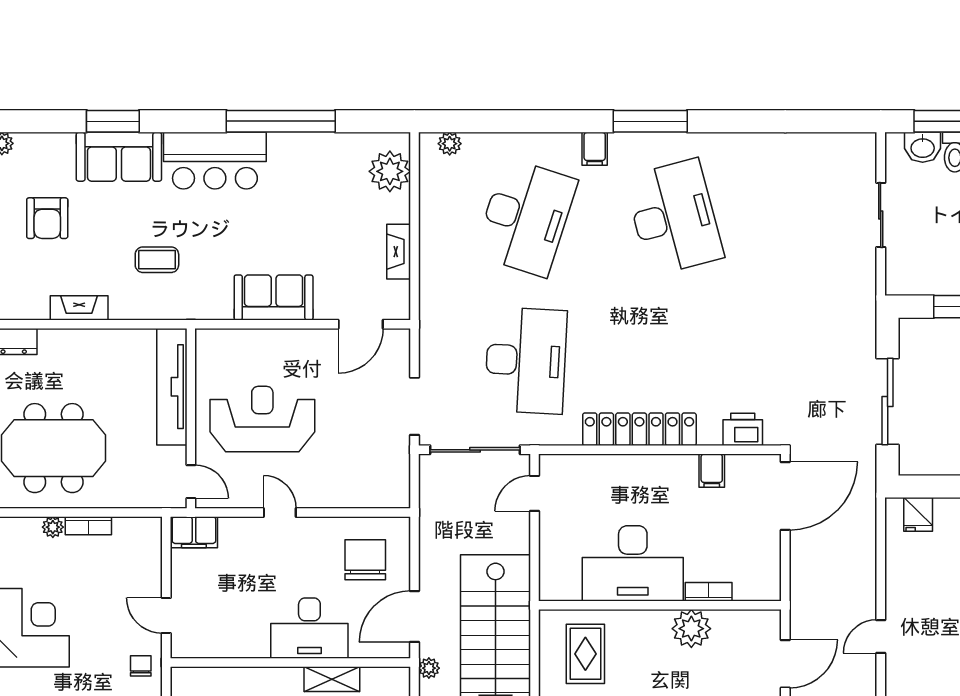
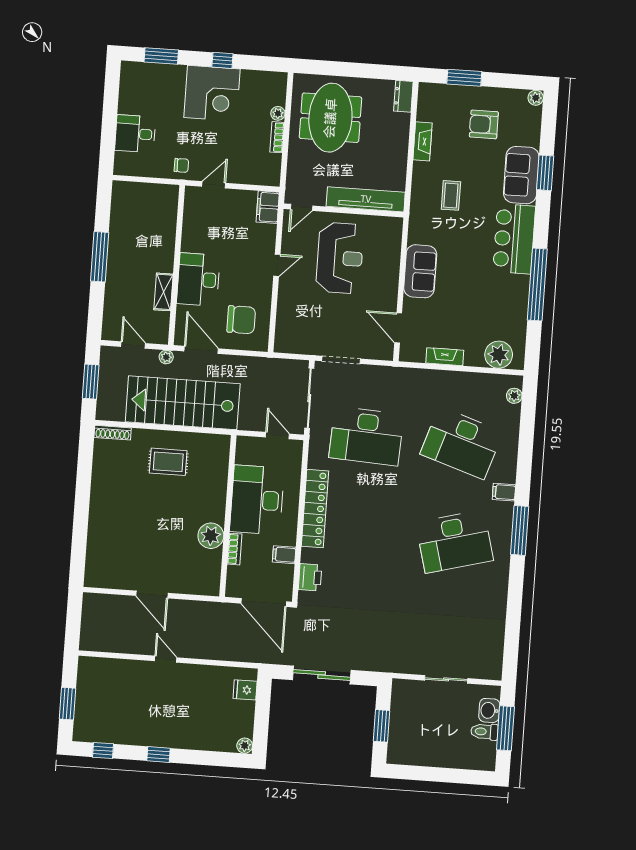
desk: (633, 563) -> (257, 500), moved
bookcase: (709, 592) -> (234, 549), moved
wall: (660, 605) -> (228, 516), moved
plant: (691, 629) -> (211, 536), moved

